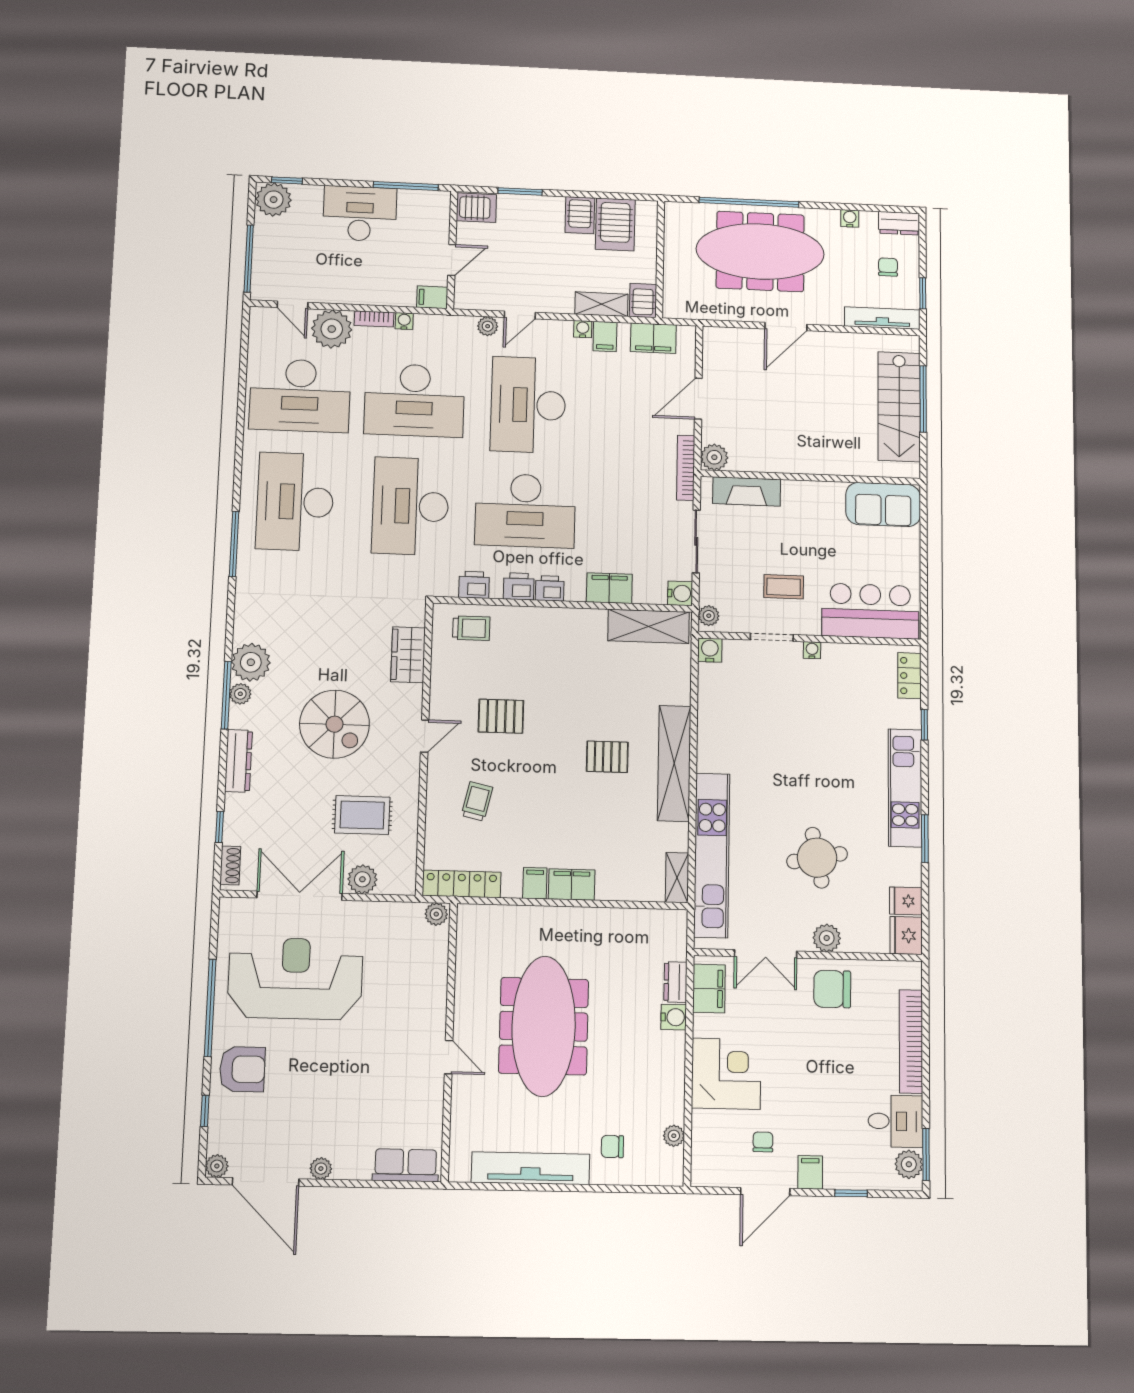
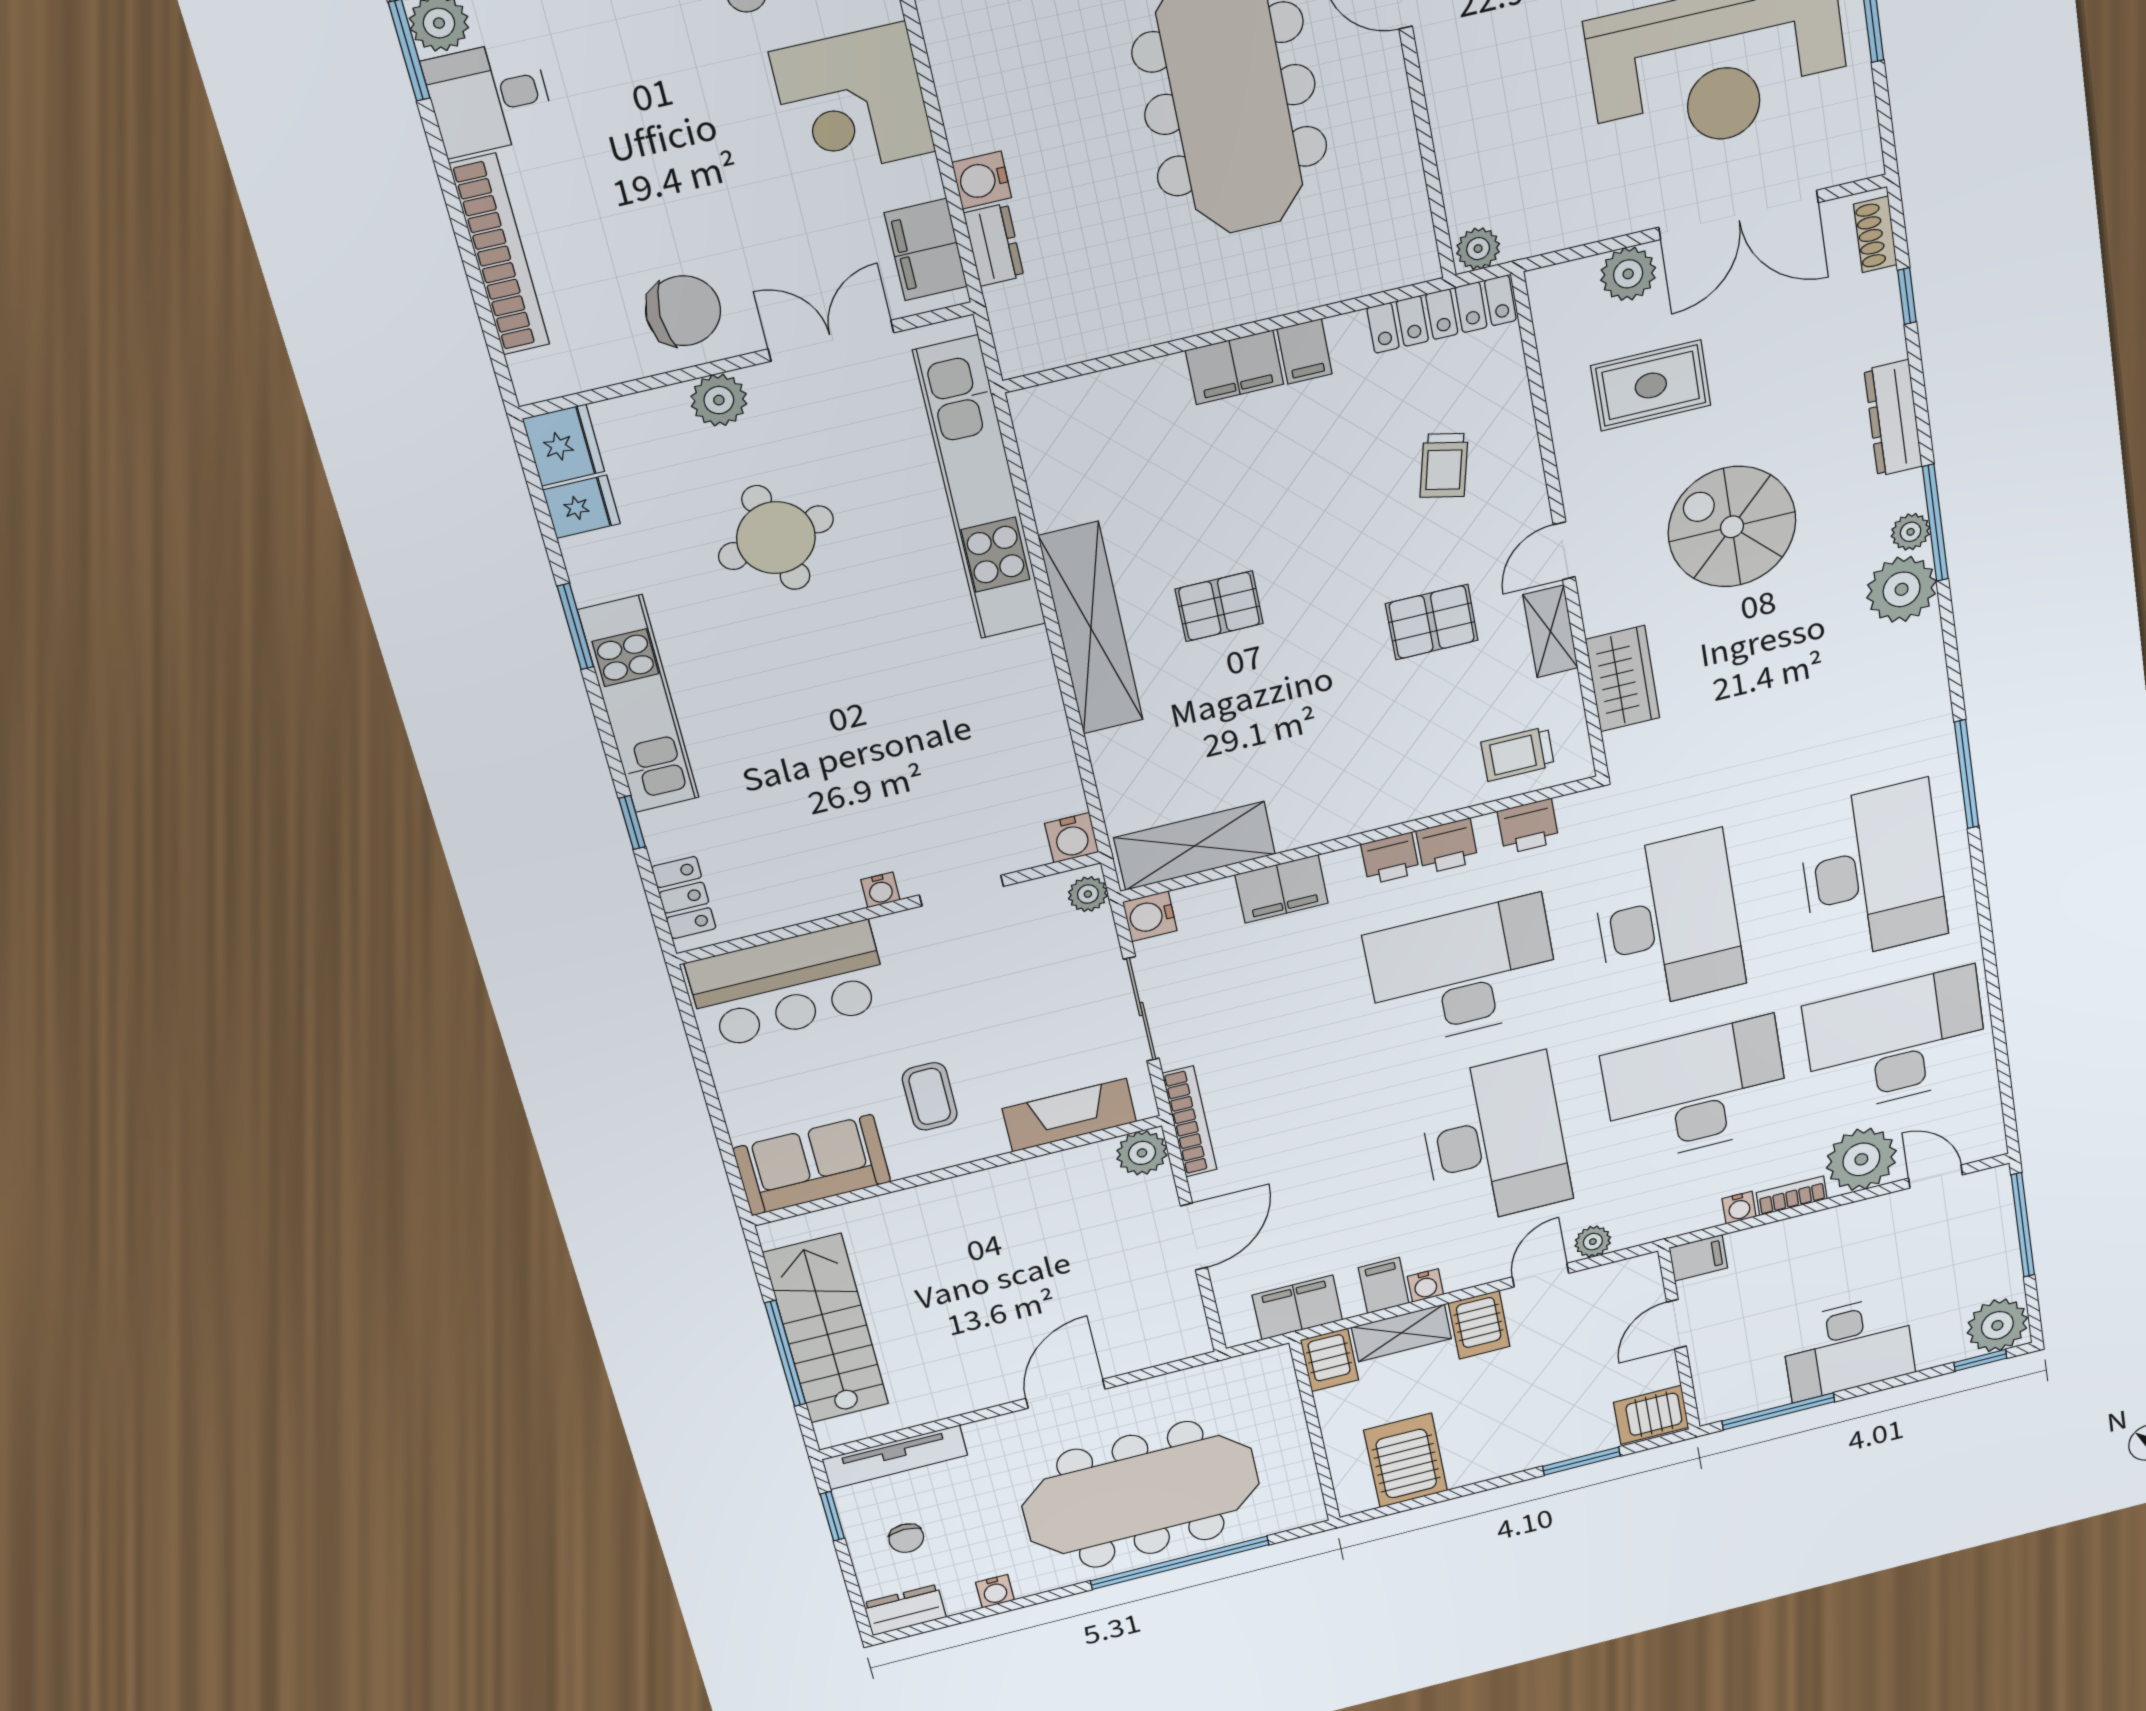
server rack: (580, 215) -> (1479, 1325), moved, turned 180
coffee table: (784, 587) -> (930, 1096), moved, turned 90
shelving: (677, 878) -> (1550, 631), moved

